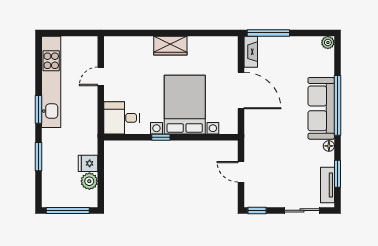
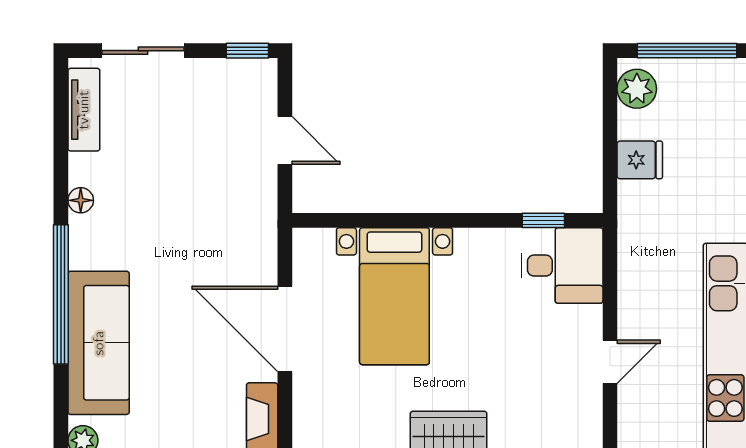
bed with nightstands: (185, 105) -> (394, 296), width x0.73
sofa: (321, 108) -> (99, 343), moved
window: (161, 137) -> (543, 220), moved
window: (337, 174) -> (61, 136), removed
plant: (89, 181) -> (637, 89), moved

